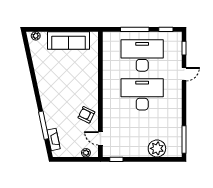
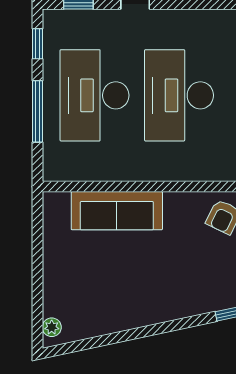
sofa: (68, 40) -> (117, 211), moved, turned 90

